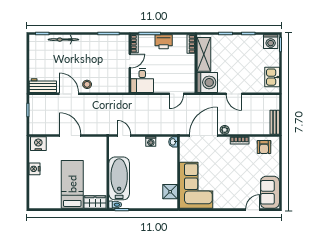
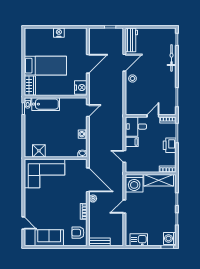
door: (130, 61) -> (153, 116), swing flipped
filing cabinet: (160, 85) -> (132, 142), added
nightstand: (38, 144) -> (81, 88), moved
bathtub: (119, 178) -> (46, 104), width x0.73, depth x0.73
sofa: (270, 192) -> (49, 238), moved

